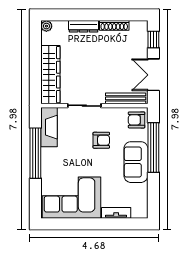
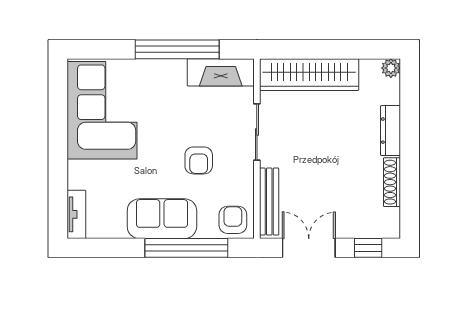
tv unit: (116, 213) -> (76, 214), moved

